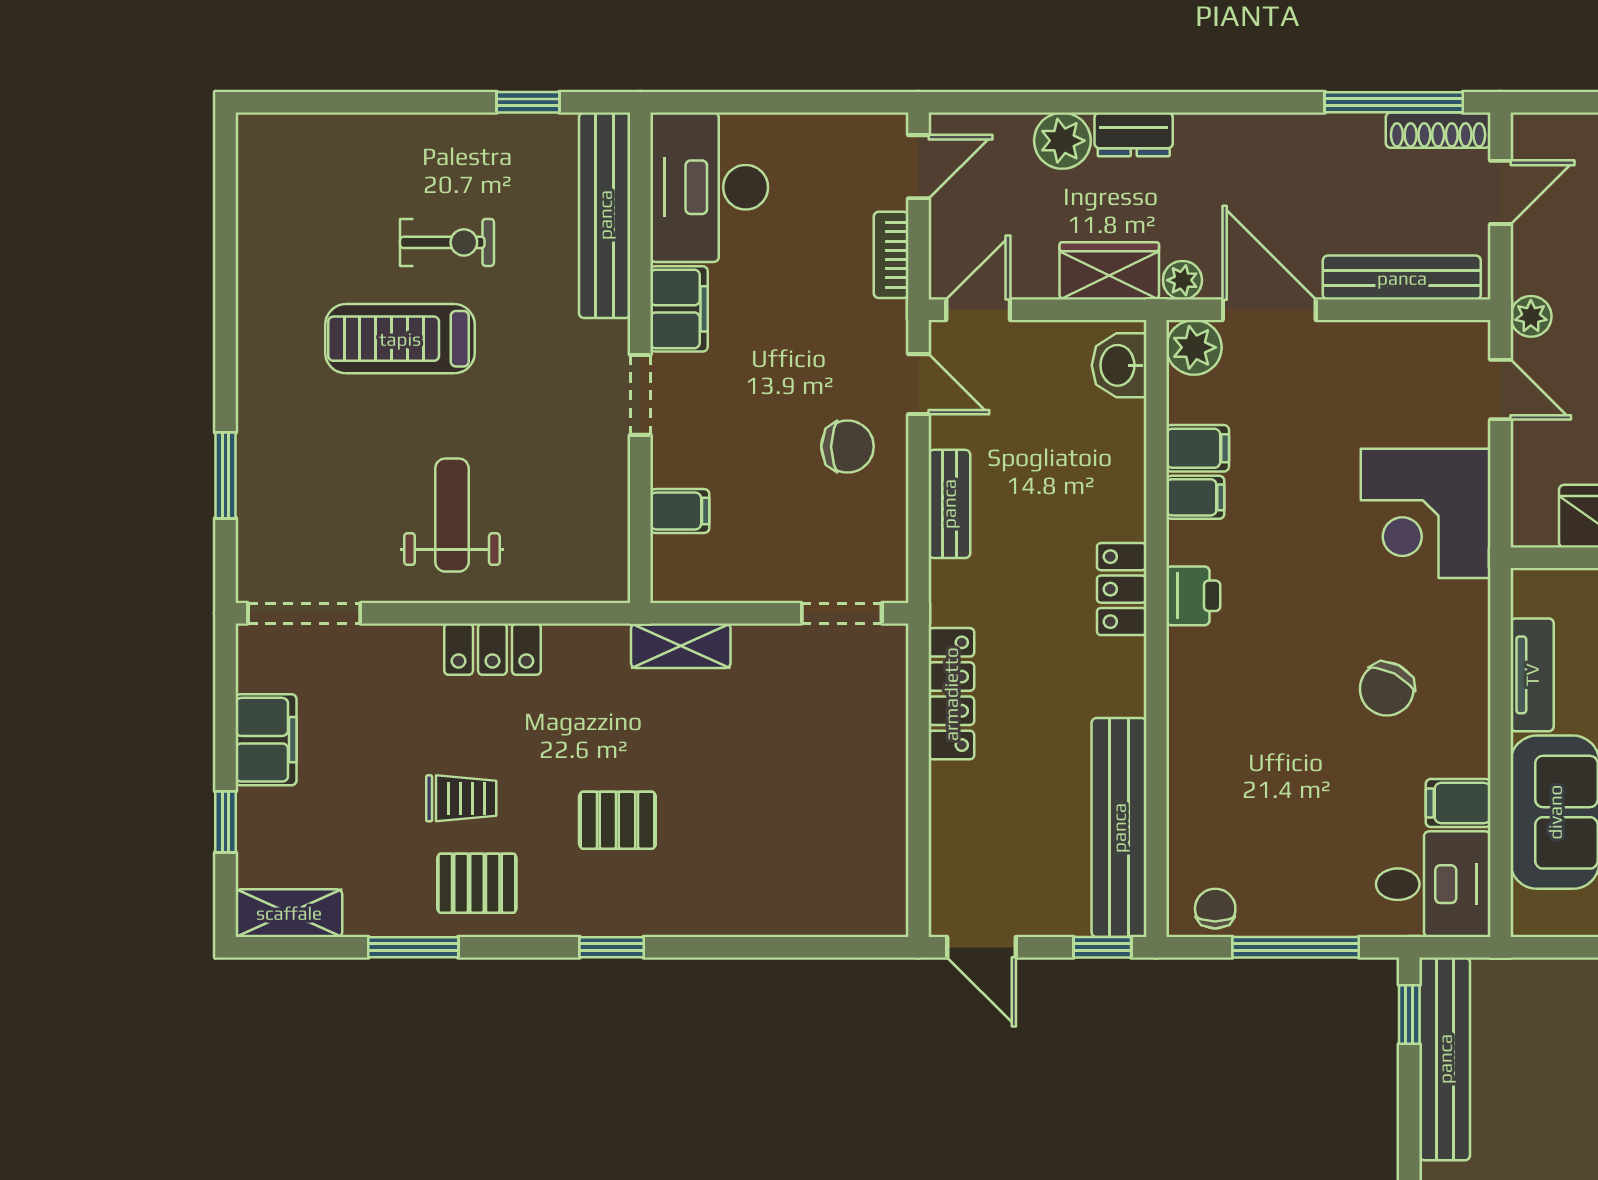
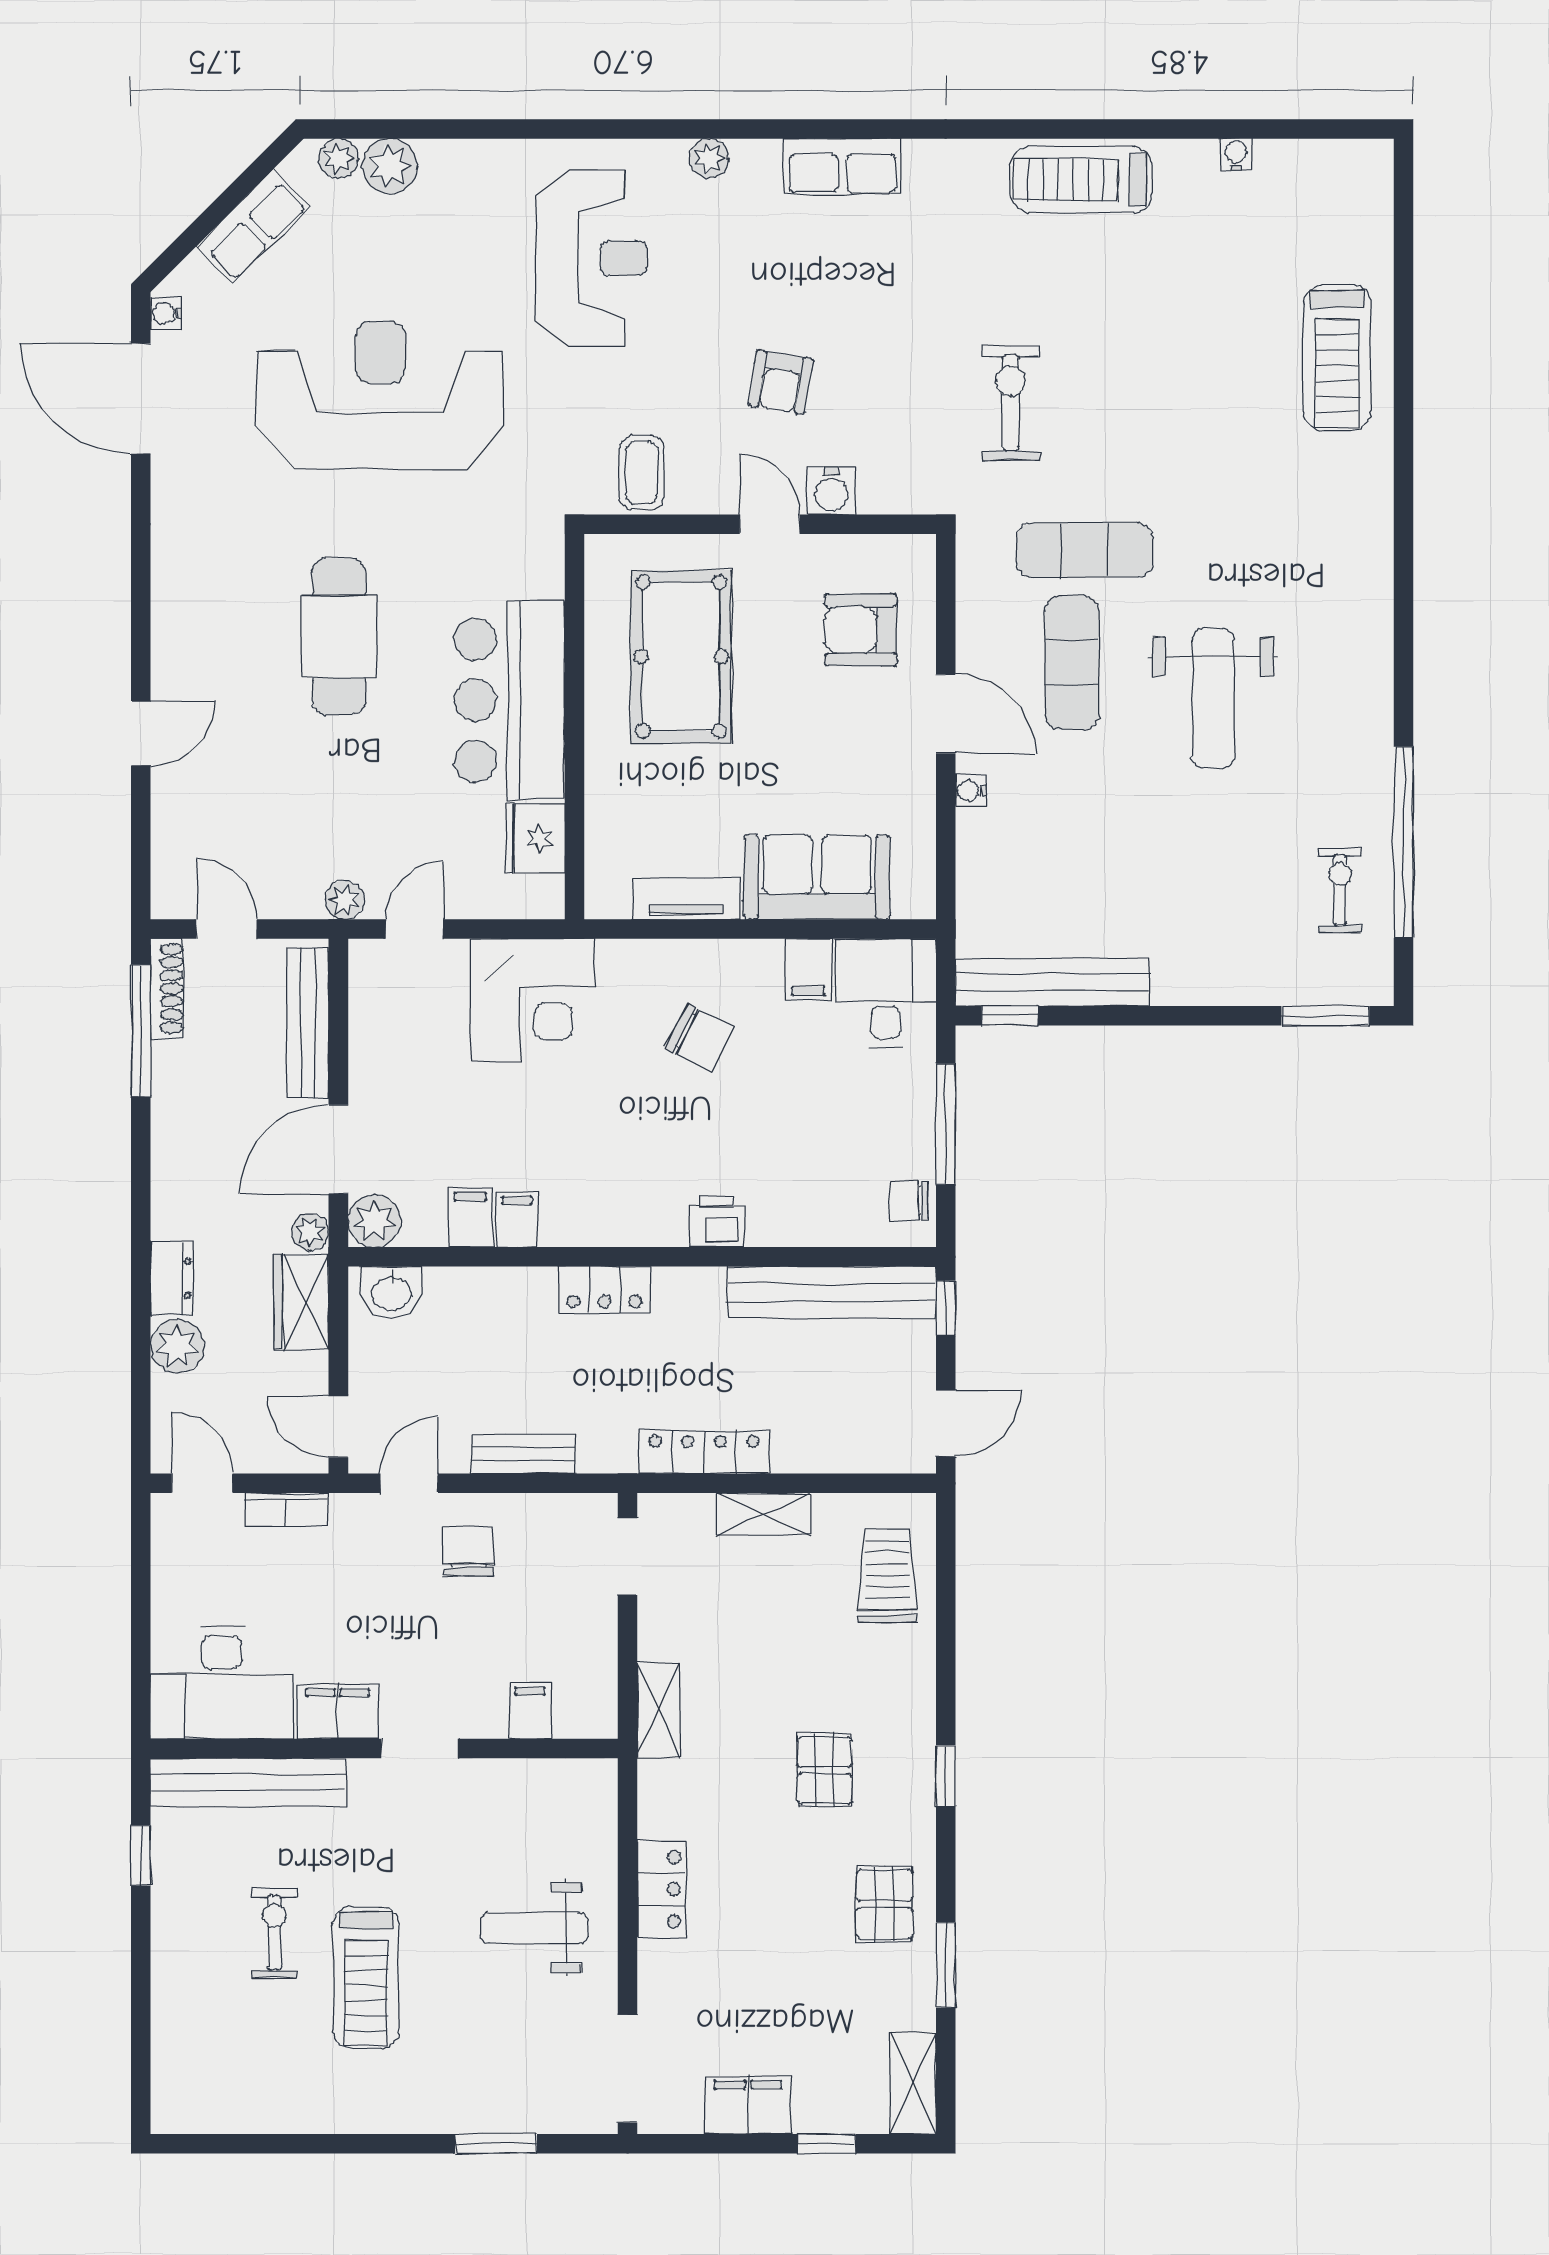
printer: (1193, 596) -> (717, 1222), moved
shelving: (886, 756) -> (763, 1514), added
trolley: (461, 798) -> (888, 1576), moved, width x1.36, depth x1.39

